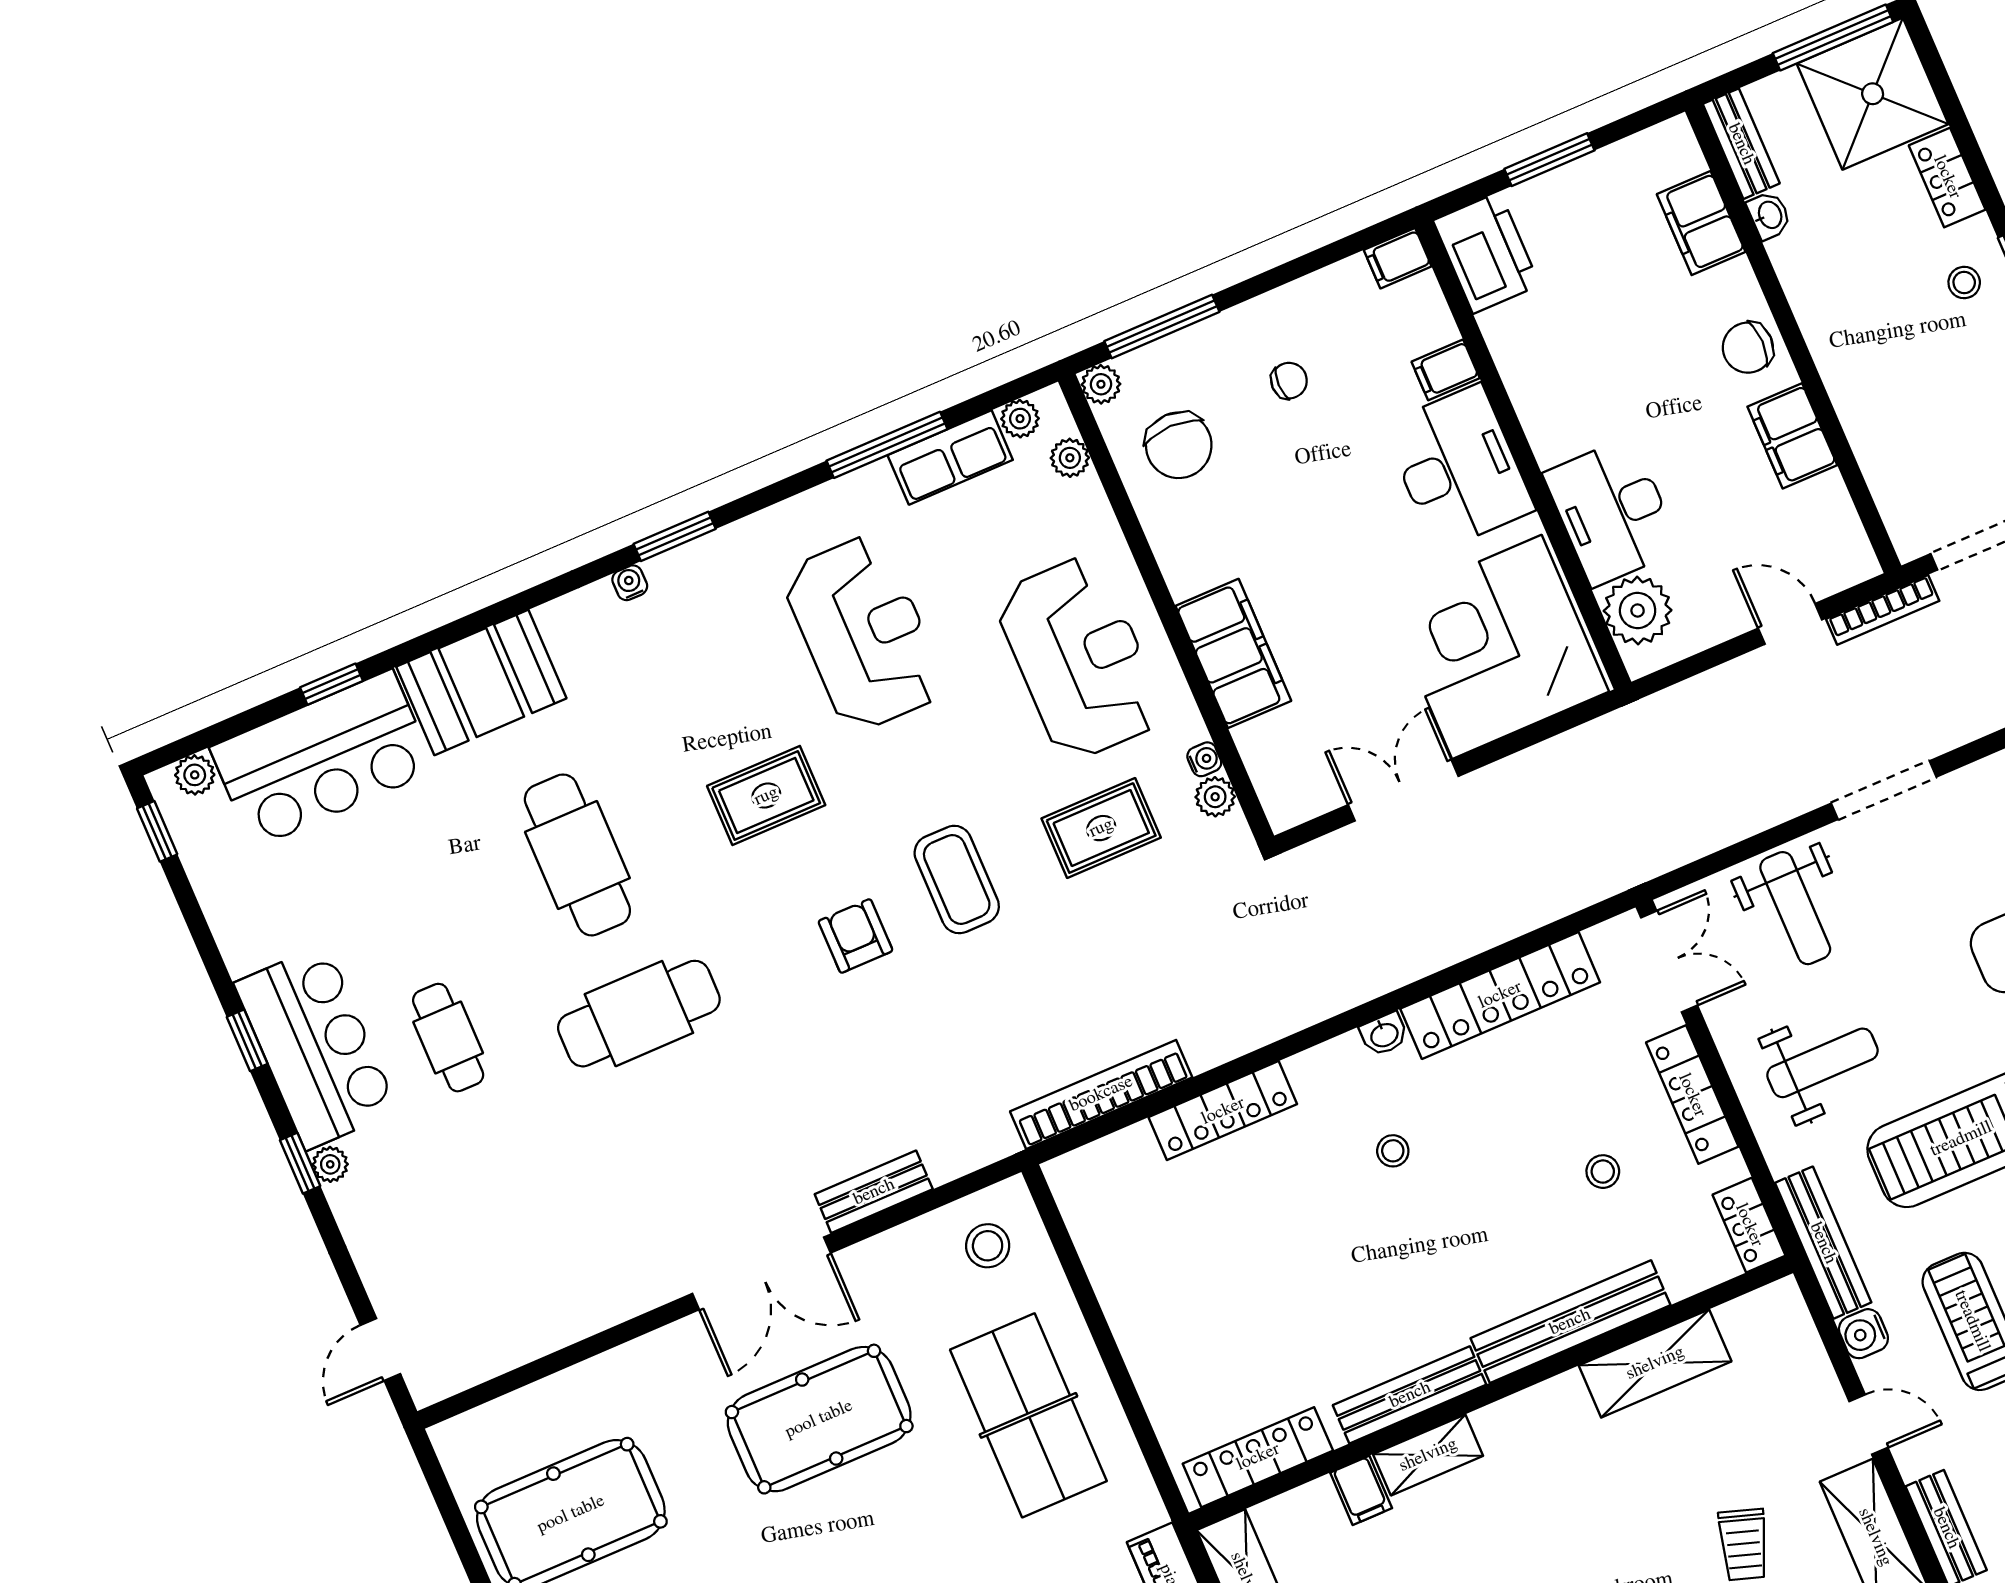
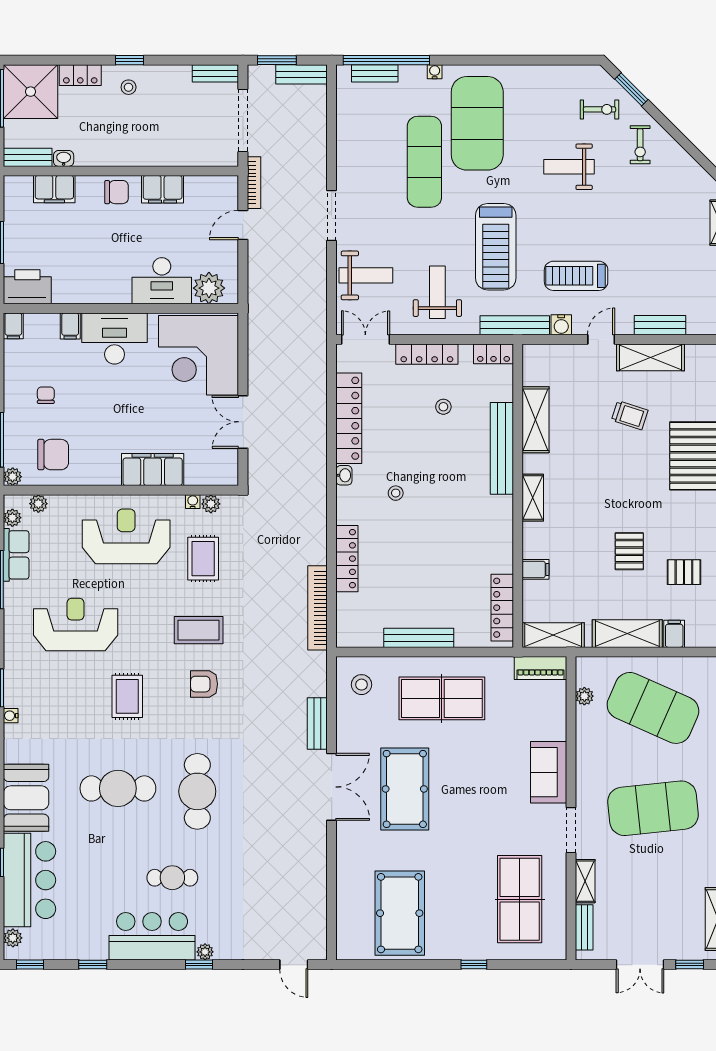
chair: (1748, 348) -> (116, 192), turned -90
window: (247, 1040) -> (93, 965), moved
bench: (1410, 1395) -> (419, 638), moved, turned 90
shelving: (1428, 1455) -> (533, 498), moved

